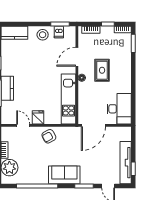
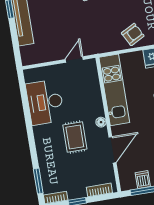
desk: (119, 109) -> (45, 102), moved
door: (93, 125) -> (74, 59), width x0.53

